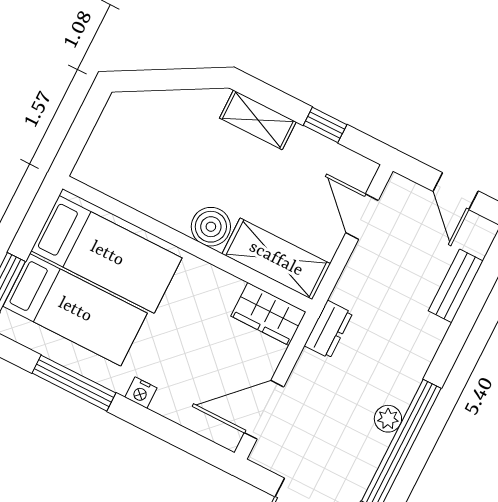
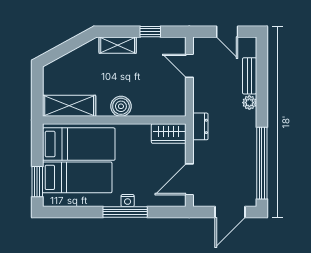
shelving: (276, 259) -> (69, 106), moved
window: (74, 383) -> (125, 212), moved
plant: (388, 419) -> (249, 103), moved

